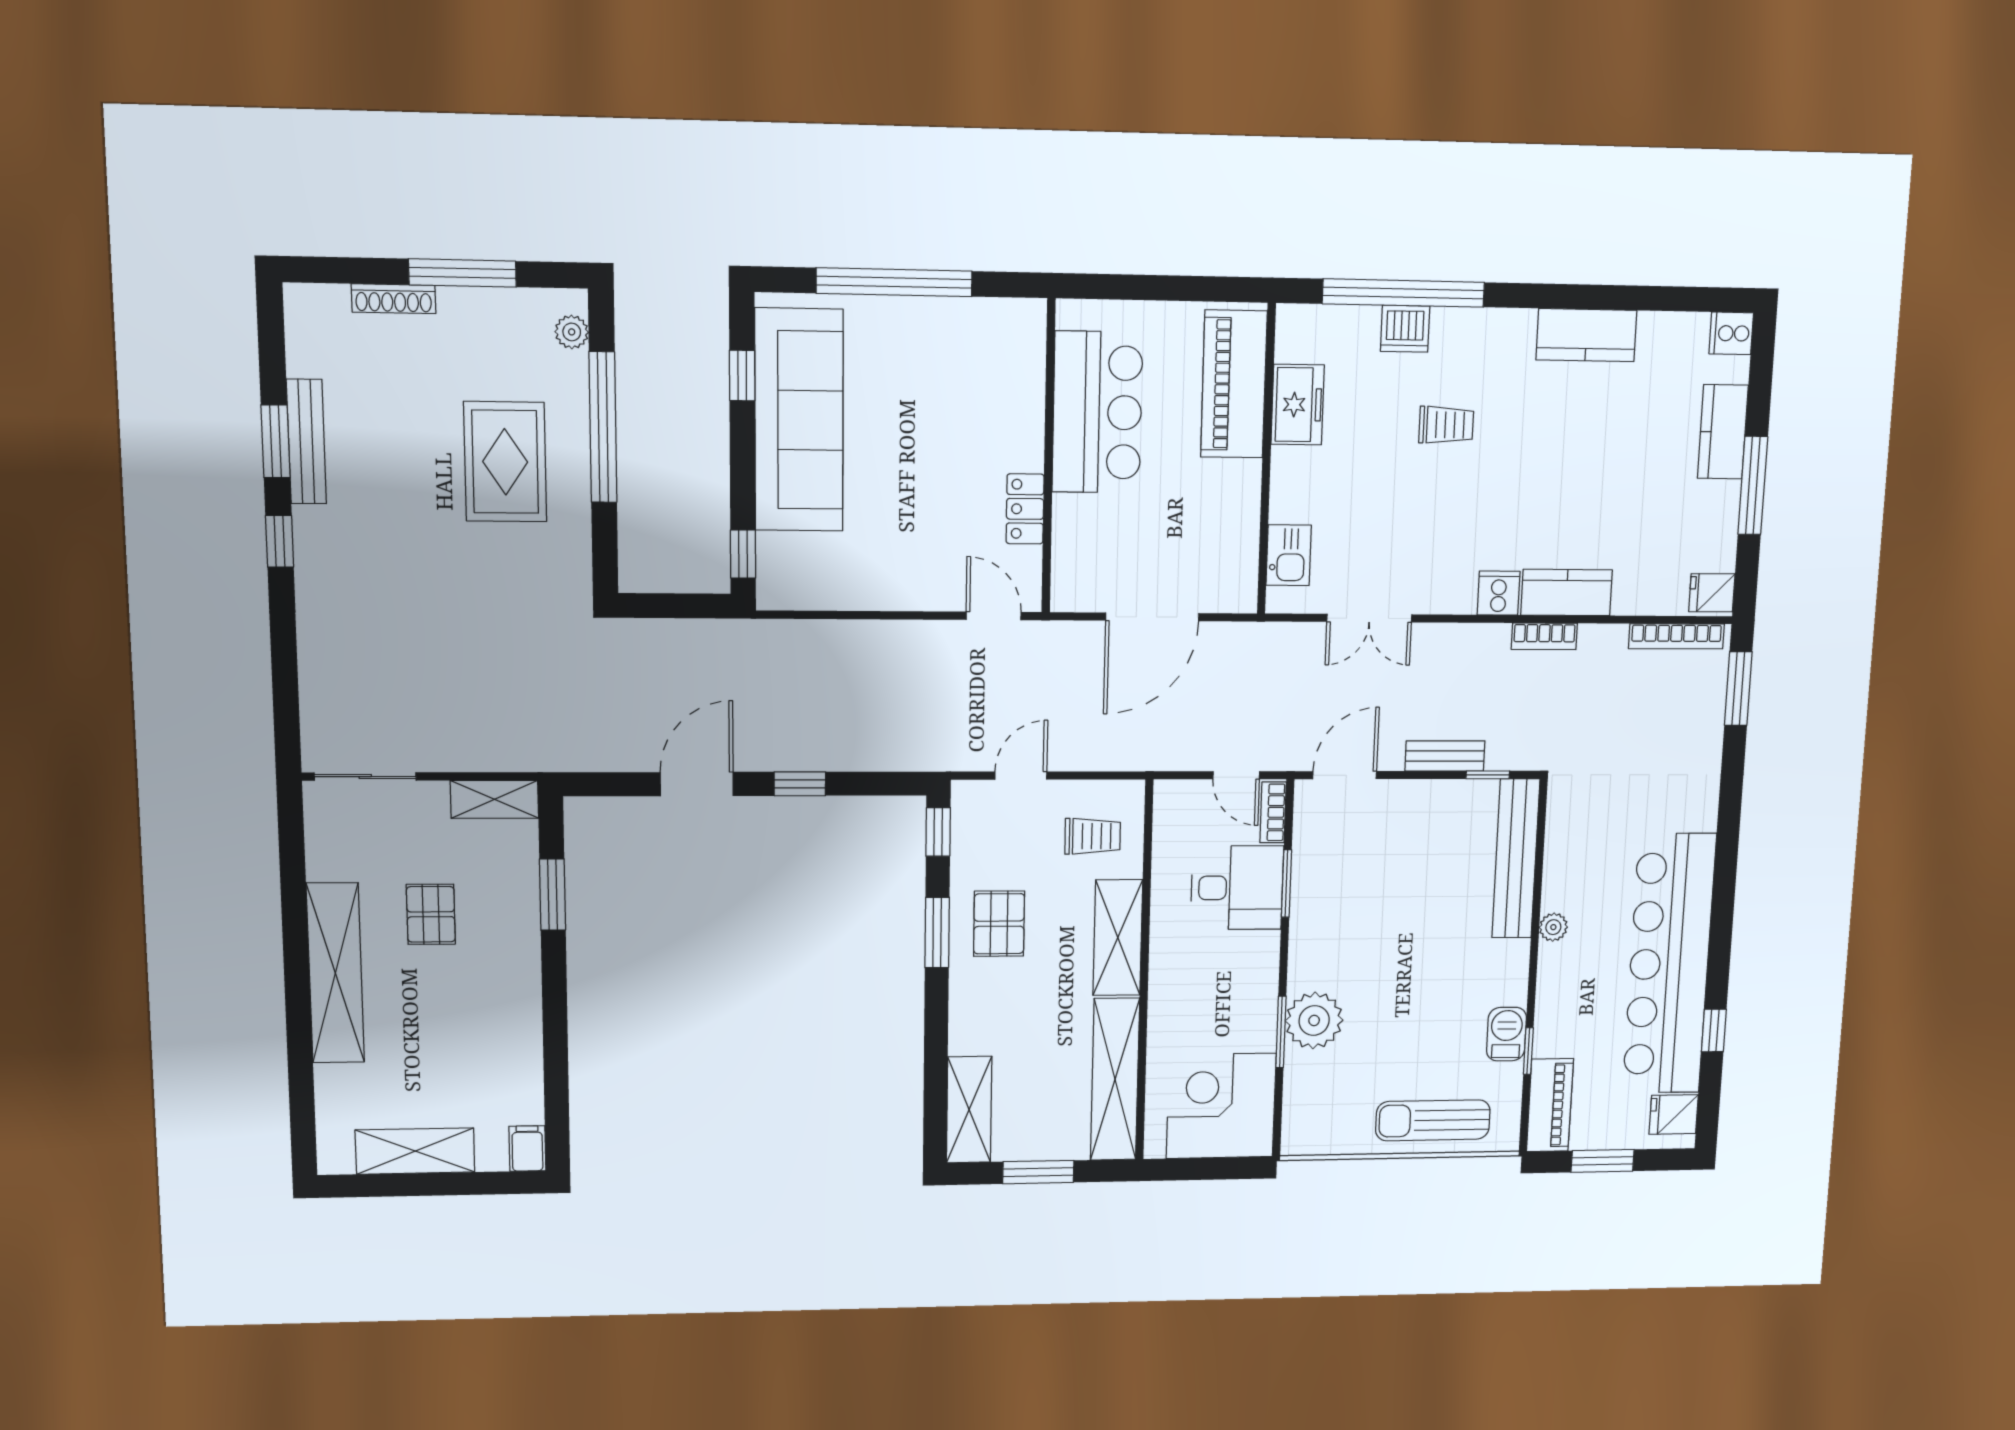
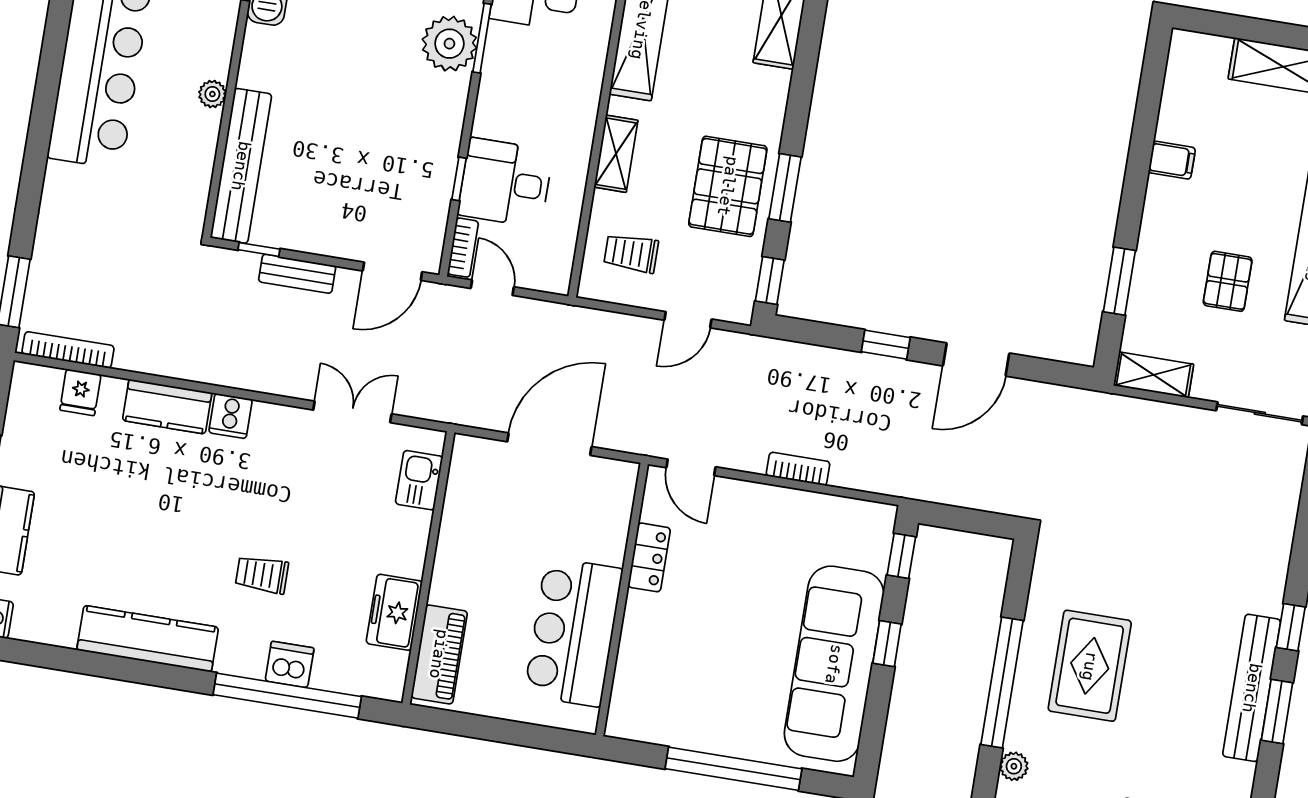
kitchen counter: (1586, 335) -> (148, 639), width x1.50
window: (742, 376) -> (887, 644), moved
piano: (1234, 384) -> (439, 654), width x0.73, depth x0.75
bench: (306, 442) -> (1252, 688), width x1.37, depth x1.21
fridge: (1712, 593) -> (80, 392), moved, turned 90
bookcase: (1544, 636) -> (798, 469), moved
window: (1286, 883) -> (459, 179), width x0.67
pallet: (999, 924) -> (728, 186), width x1.50, depth x1.42
shelving: (1118, 938) -> (616, 154), width x0.67, depth x0.75
filing cabinet: (527, 1148) -> (1172, 160), moved, turned -90

